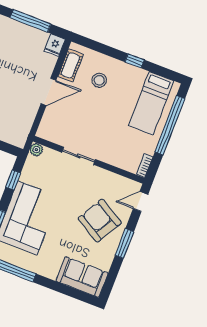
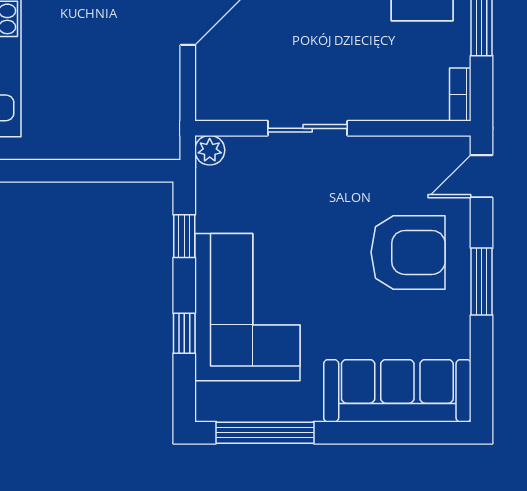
armchair: (100, 221) -> (408, 252), turned 150
sofa: (82, 277) -> (397, 391), width x1.36

